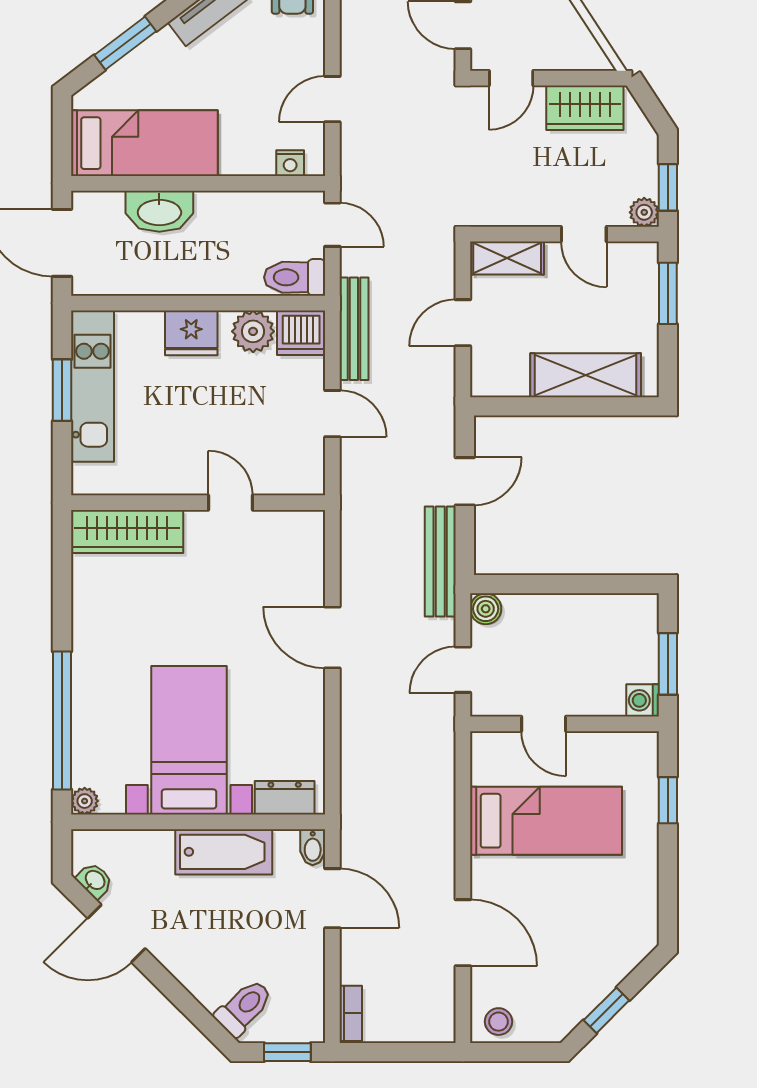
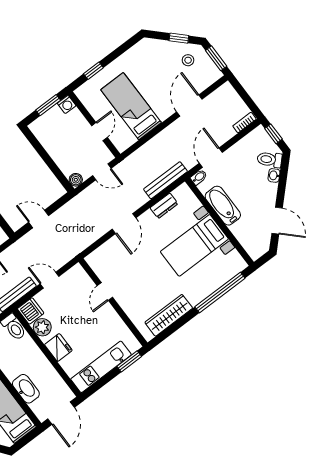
window: (62, 390) -> (129, 361), moved
door: (332, 414) -> (50, 280), hinge flipped
wardrobe: (127, 531) -> (169, 315), moved, turned -90
bench: (440, 561) -> (165, 180), moved
dresser: (285, 798) -> (164, 206), moved, turned -90
plant: (85, 801) -> (241, 265), removed
washbasin: (95, 880) -> (274, 175), moved
stool: (498, 1022) -> (188, 60), moved
window: (514, 1052) -> (216, 58), added

